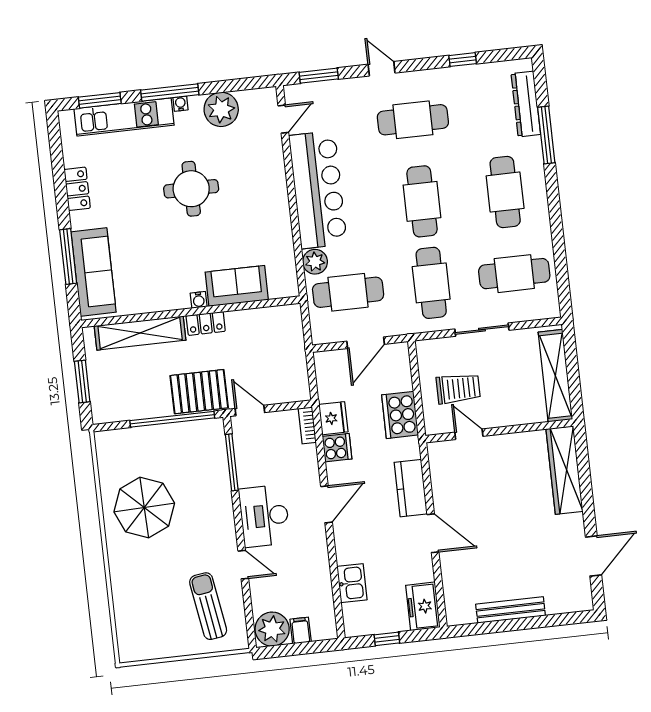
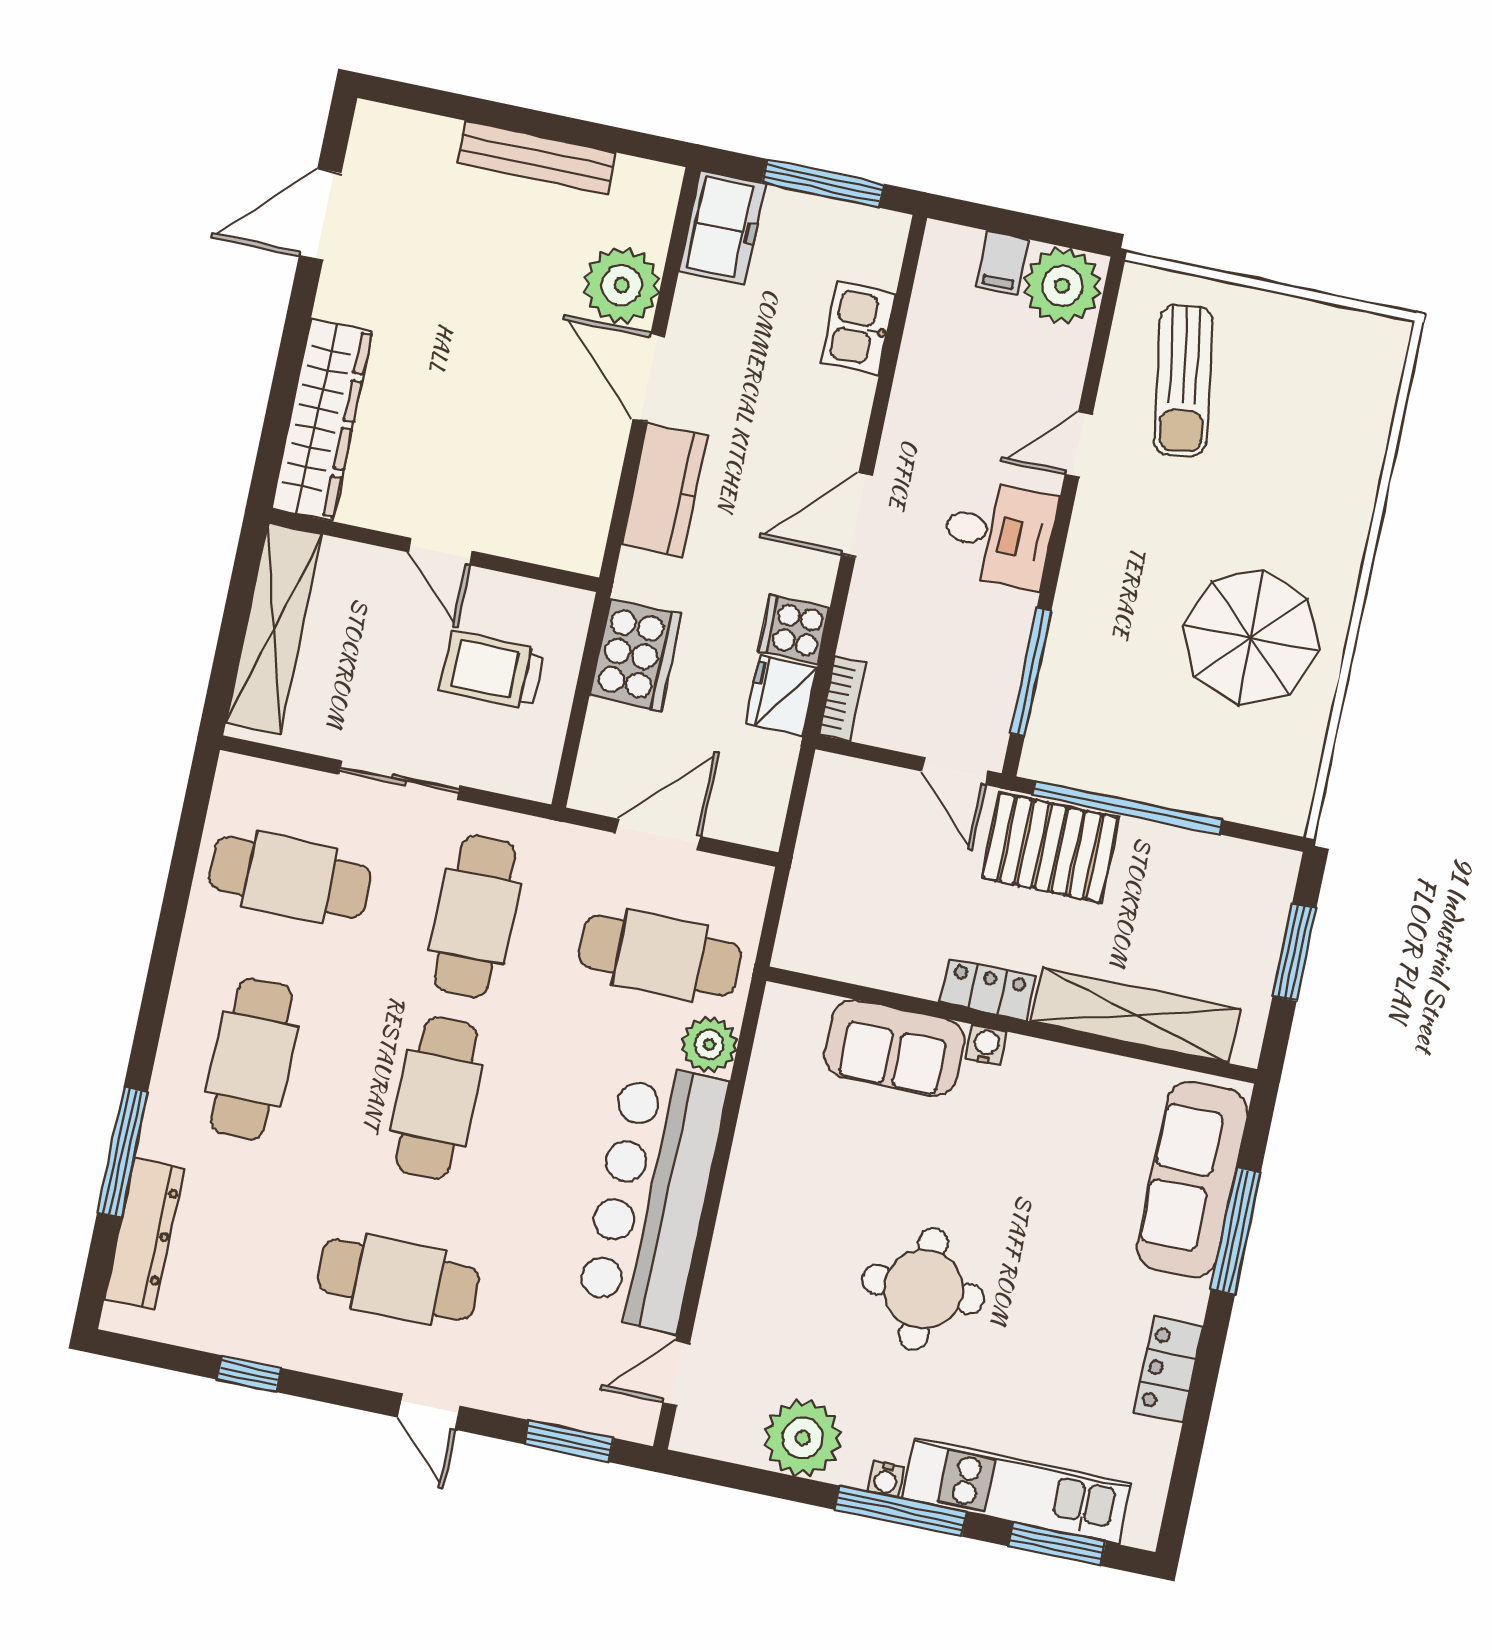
door: (469, 434) -> (441, 552), moved
desk: (264, 516) -> (998, 534), width x0.73
door: (243, 565) -> (1079, 445), hinge flipped
plant: (457, 568) -> (622, 285), added
window: (387, 639) -> (823, 183), width x2.17

